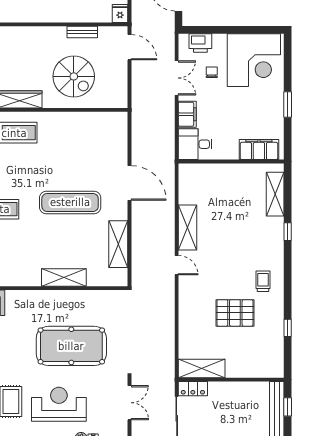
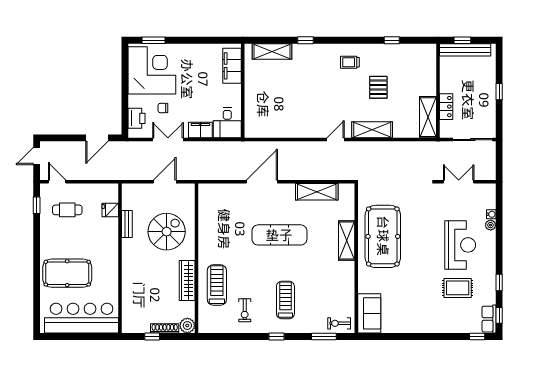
fridge: (120, 14) -> (110, 210), moved
door: (130, 47) -> (165, 182), moved
window: (288, 105) -> (154, 40), moved
exercise mat: (70, 202) -> (279, 235), turned 90
shelving: (187, 228) -> (372, 130), moved
pallet: (235, 313) -> (378, 87), width x0.67, depth x0.71
pool table: (71, 346) -> (383, 236), moved
locker: (193, 389) -> (446, 107), moved
reception desk: (59, 404) -> (460, 245), turned 180

